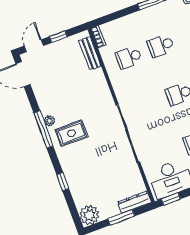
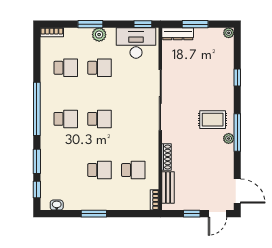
shoe rack: (102, 82) -> (167, 157), added
plant: (89, 215) -> (229, 33), width x0.53, depth x0.53

